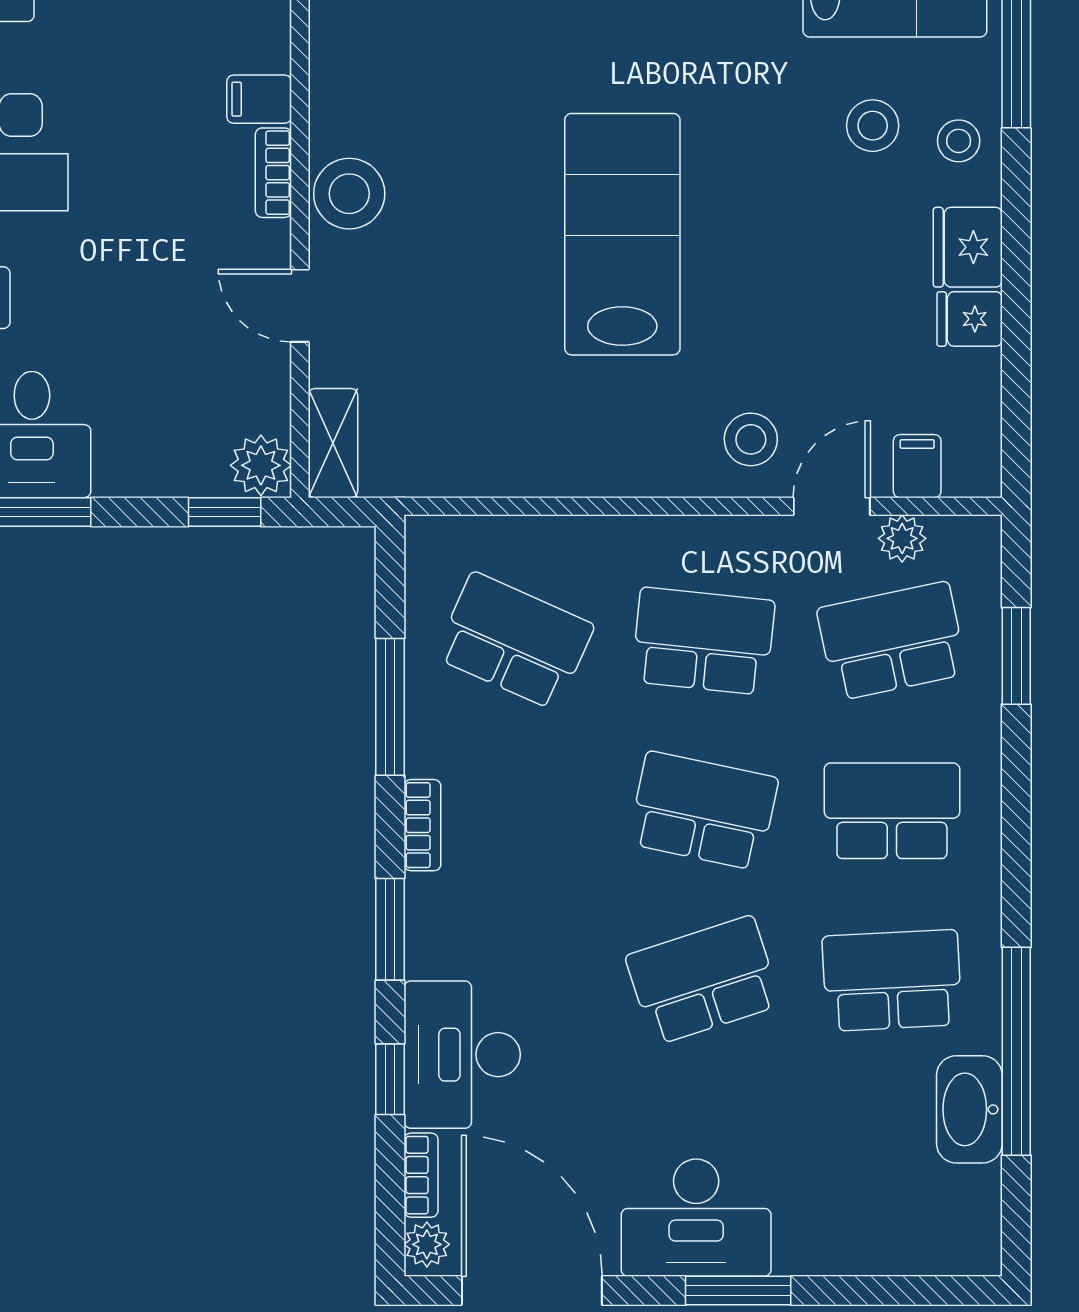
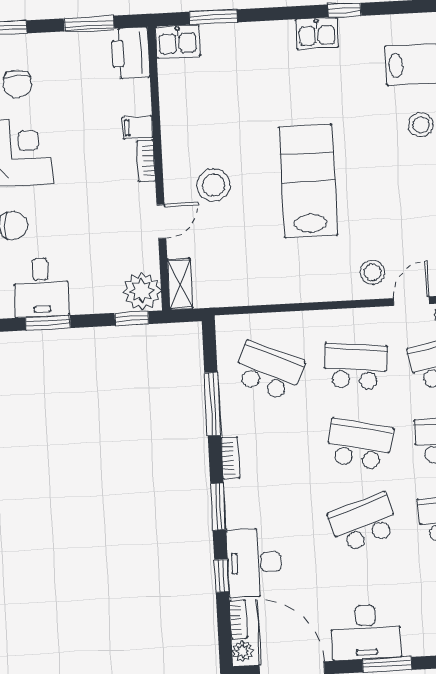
stool: (349, 194) -> (214, 185), moved
door: (300, 306) -> (161, 221), swing flipped
plant: (261, 465) -> (142, 291), width x1.36, depth x1.36

